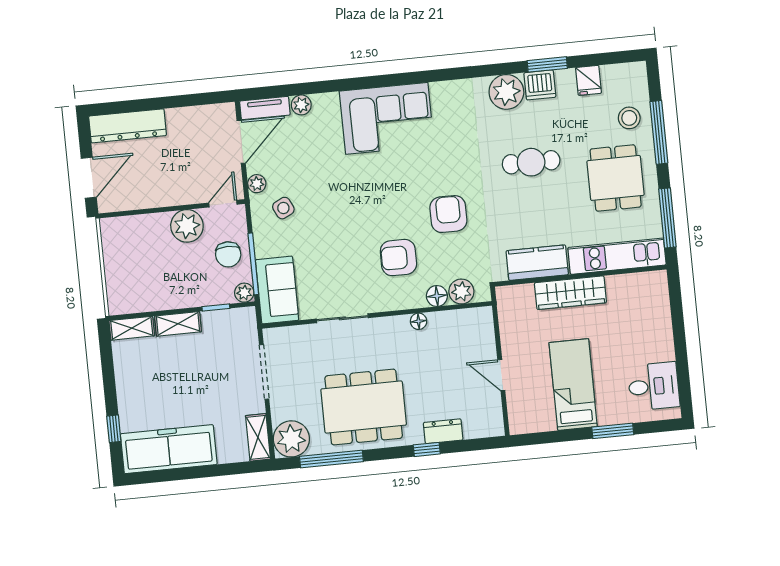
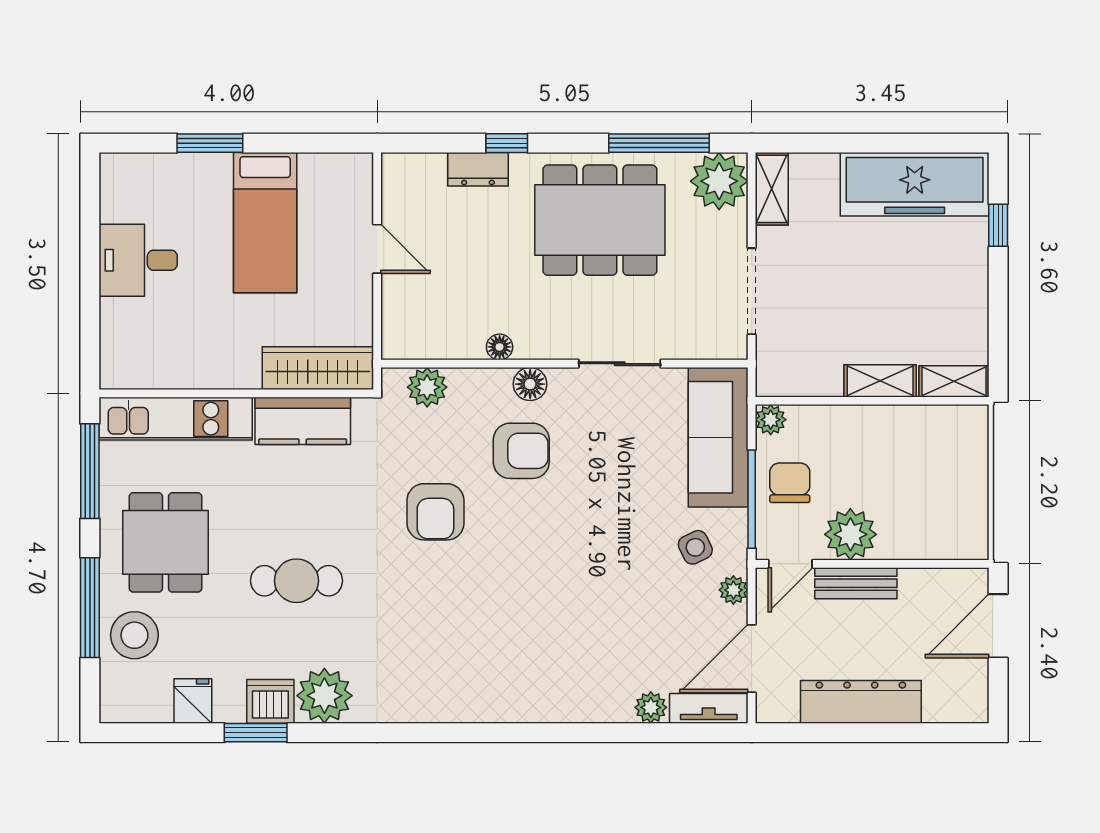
corner sofa: (387, 118) -> (518, 673), removed
stool: (629, 118) -> (134, 635), width x1.38, depth x1.38
dresser: (128, 126) -> (861, 702), moved
bench: (181, 196) -> (856, 583), added
window: (253, 264) -> (752, 499), moved
sofa: (277, 290) -> (718, 437), width x1.36
wardrobe: (570, 293) -> (318, 368), moved
floor lamp: (437, 296) -> (530, 384), moved
window: (216, 307) -> (818, 401), removed
desk: (654, 386) -> (138, 260), moved

